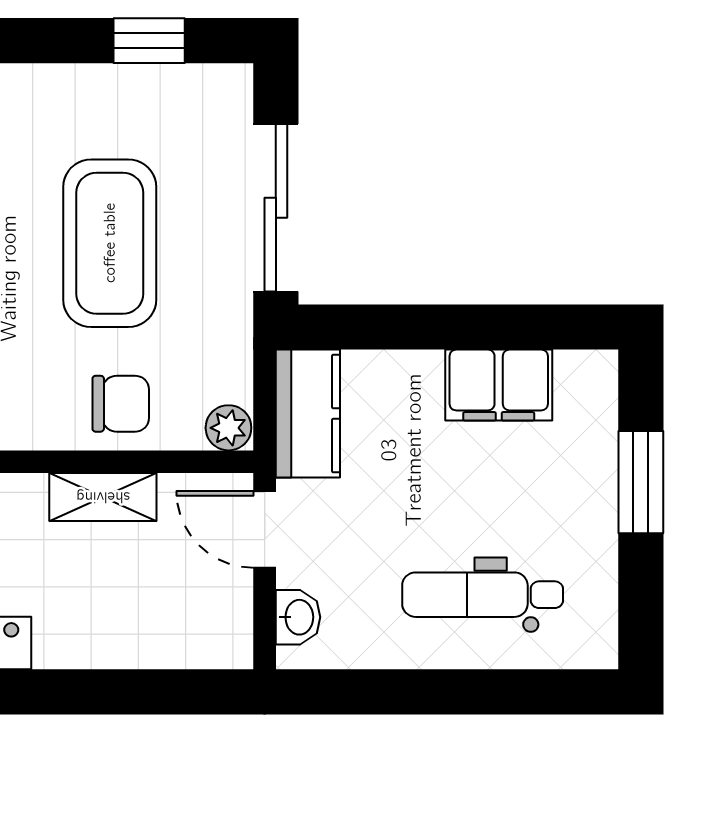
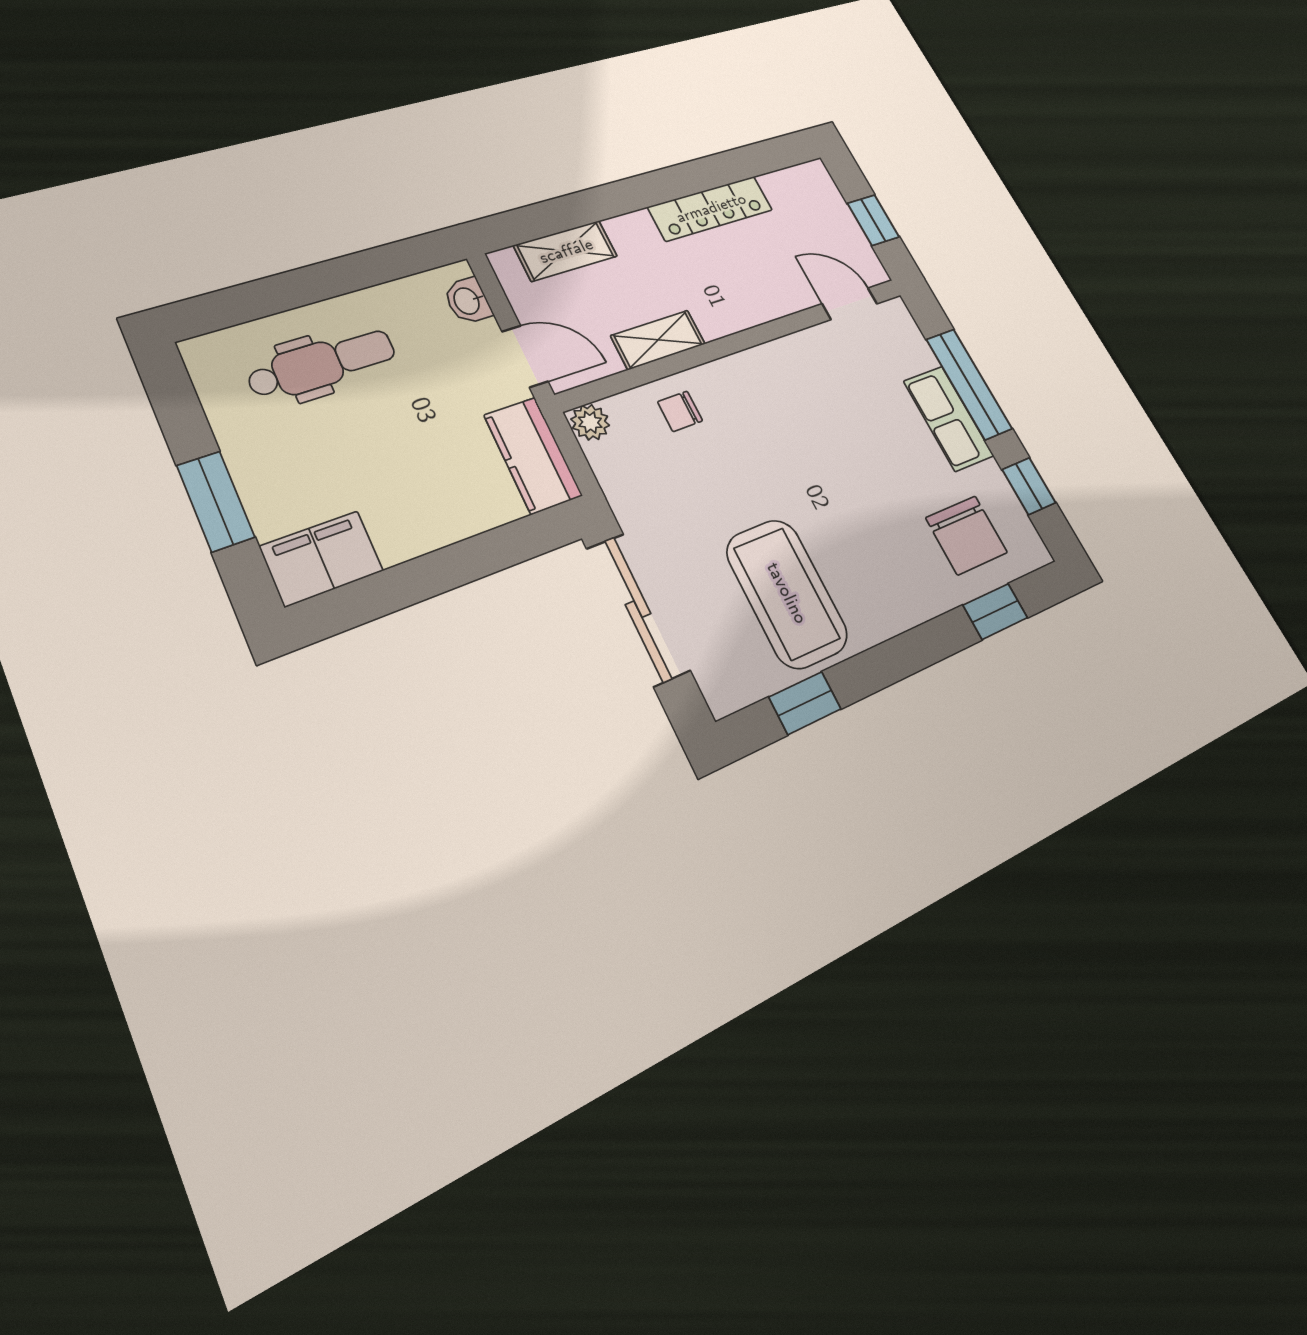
coffee table: (110, 243) -> (787, 593), moved
filing cabinet: (499, 385) -> (322, 559), moved
chair: (121, 404) -> (680, 411), width x0.73, depth x0.73
shelving: (158, 643) -> (566, 251), added

